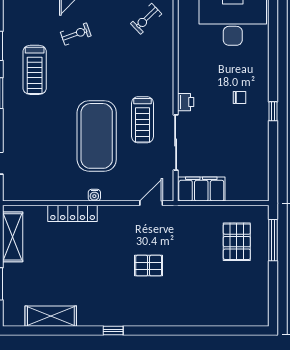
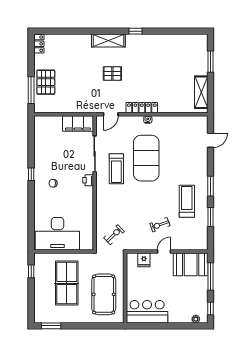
treadmill: (143, 120) -> (116, 169), turned 180
locker: (73, 213) -> (142, 108), moved
pallet: (237, 242) -> (46, 82), moved
locker: (261, 311) -> (39, 44), added
shelving: (51, 316) -> (108, 40), moved

